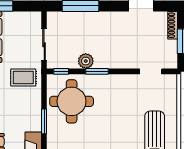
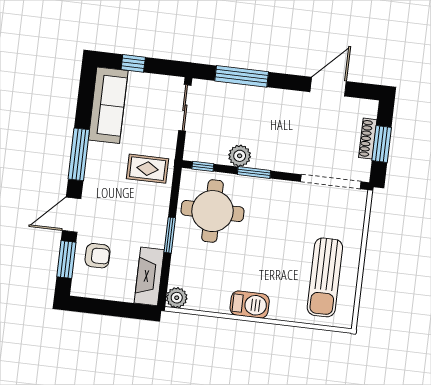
shoe rack: (173, 25) -> (368, 139), moved
sliding door: (44, 45) -> (185, 108), moved
doorway: (151, 71) -> (331, 182), width x1.88

